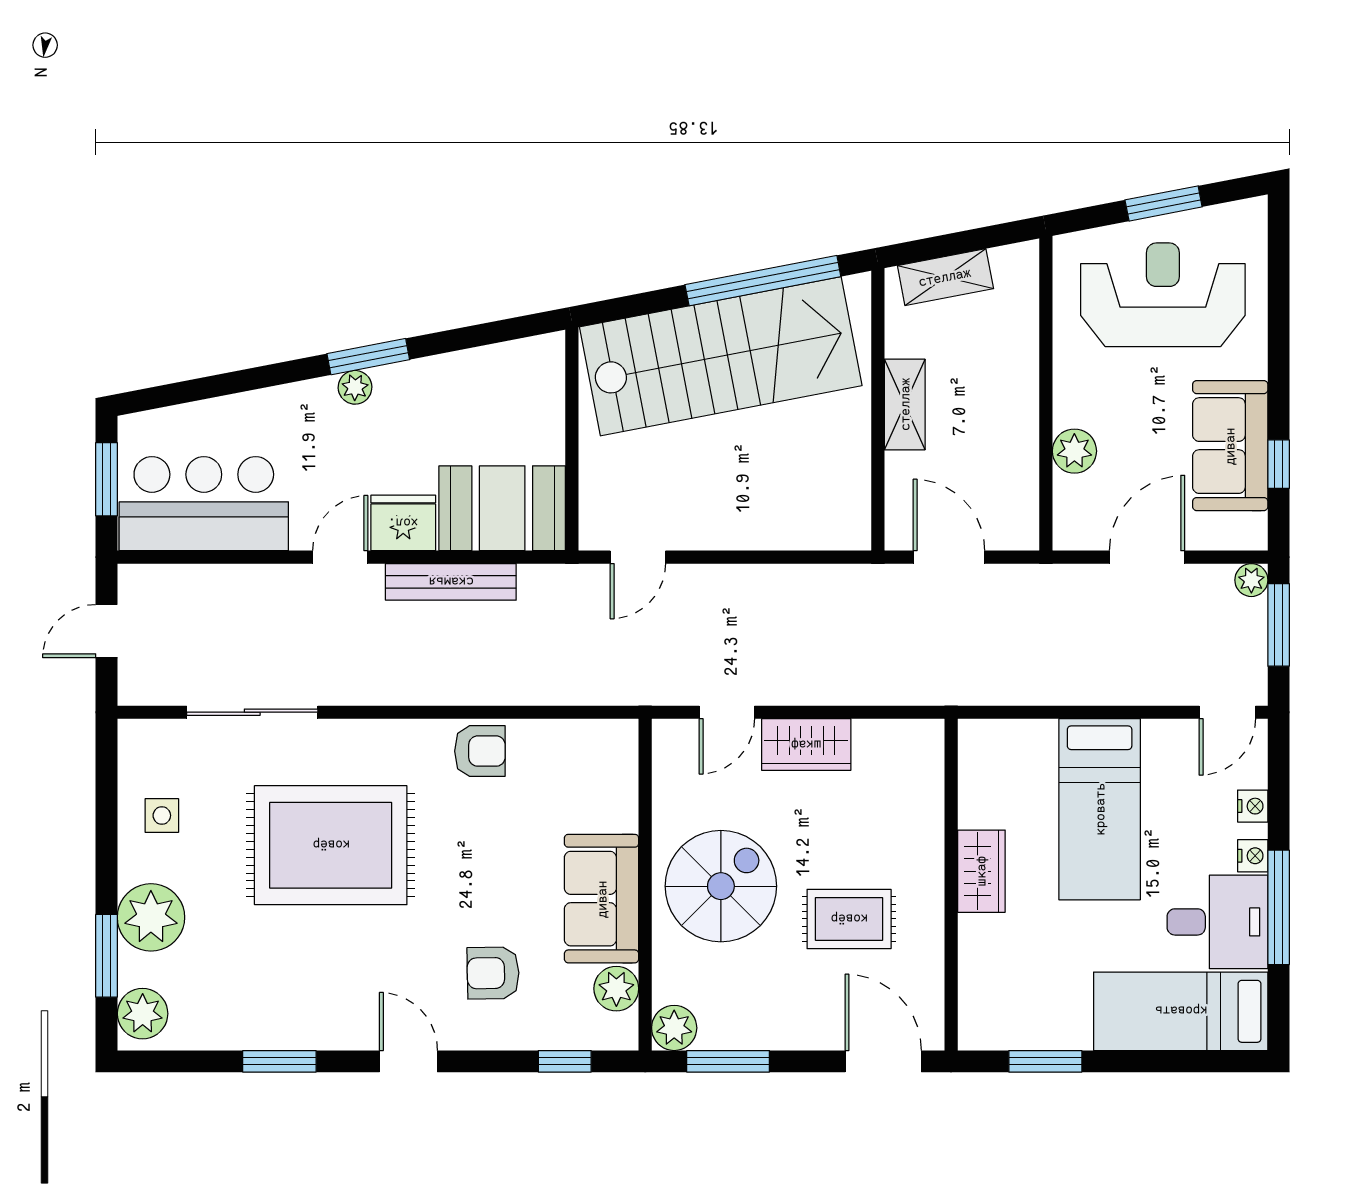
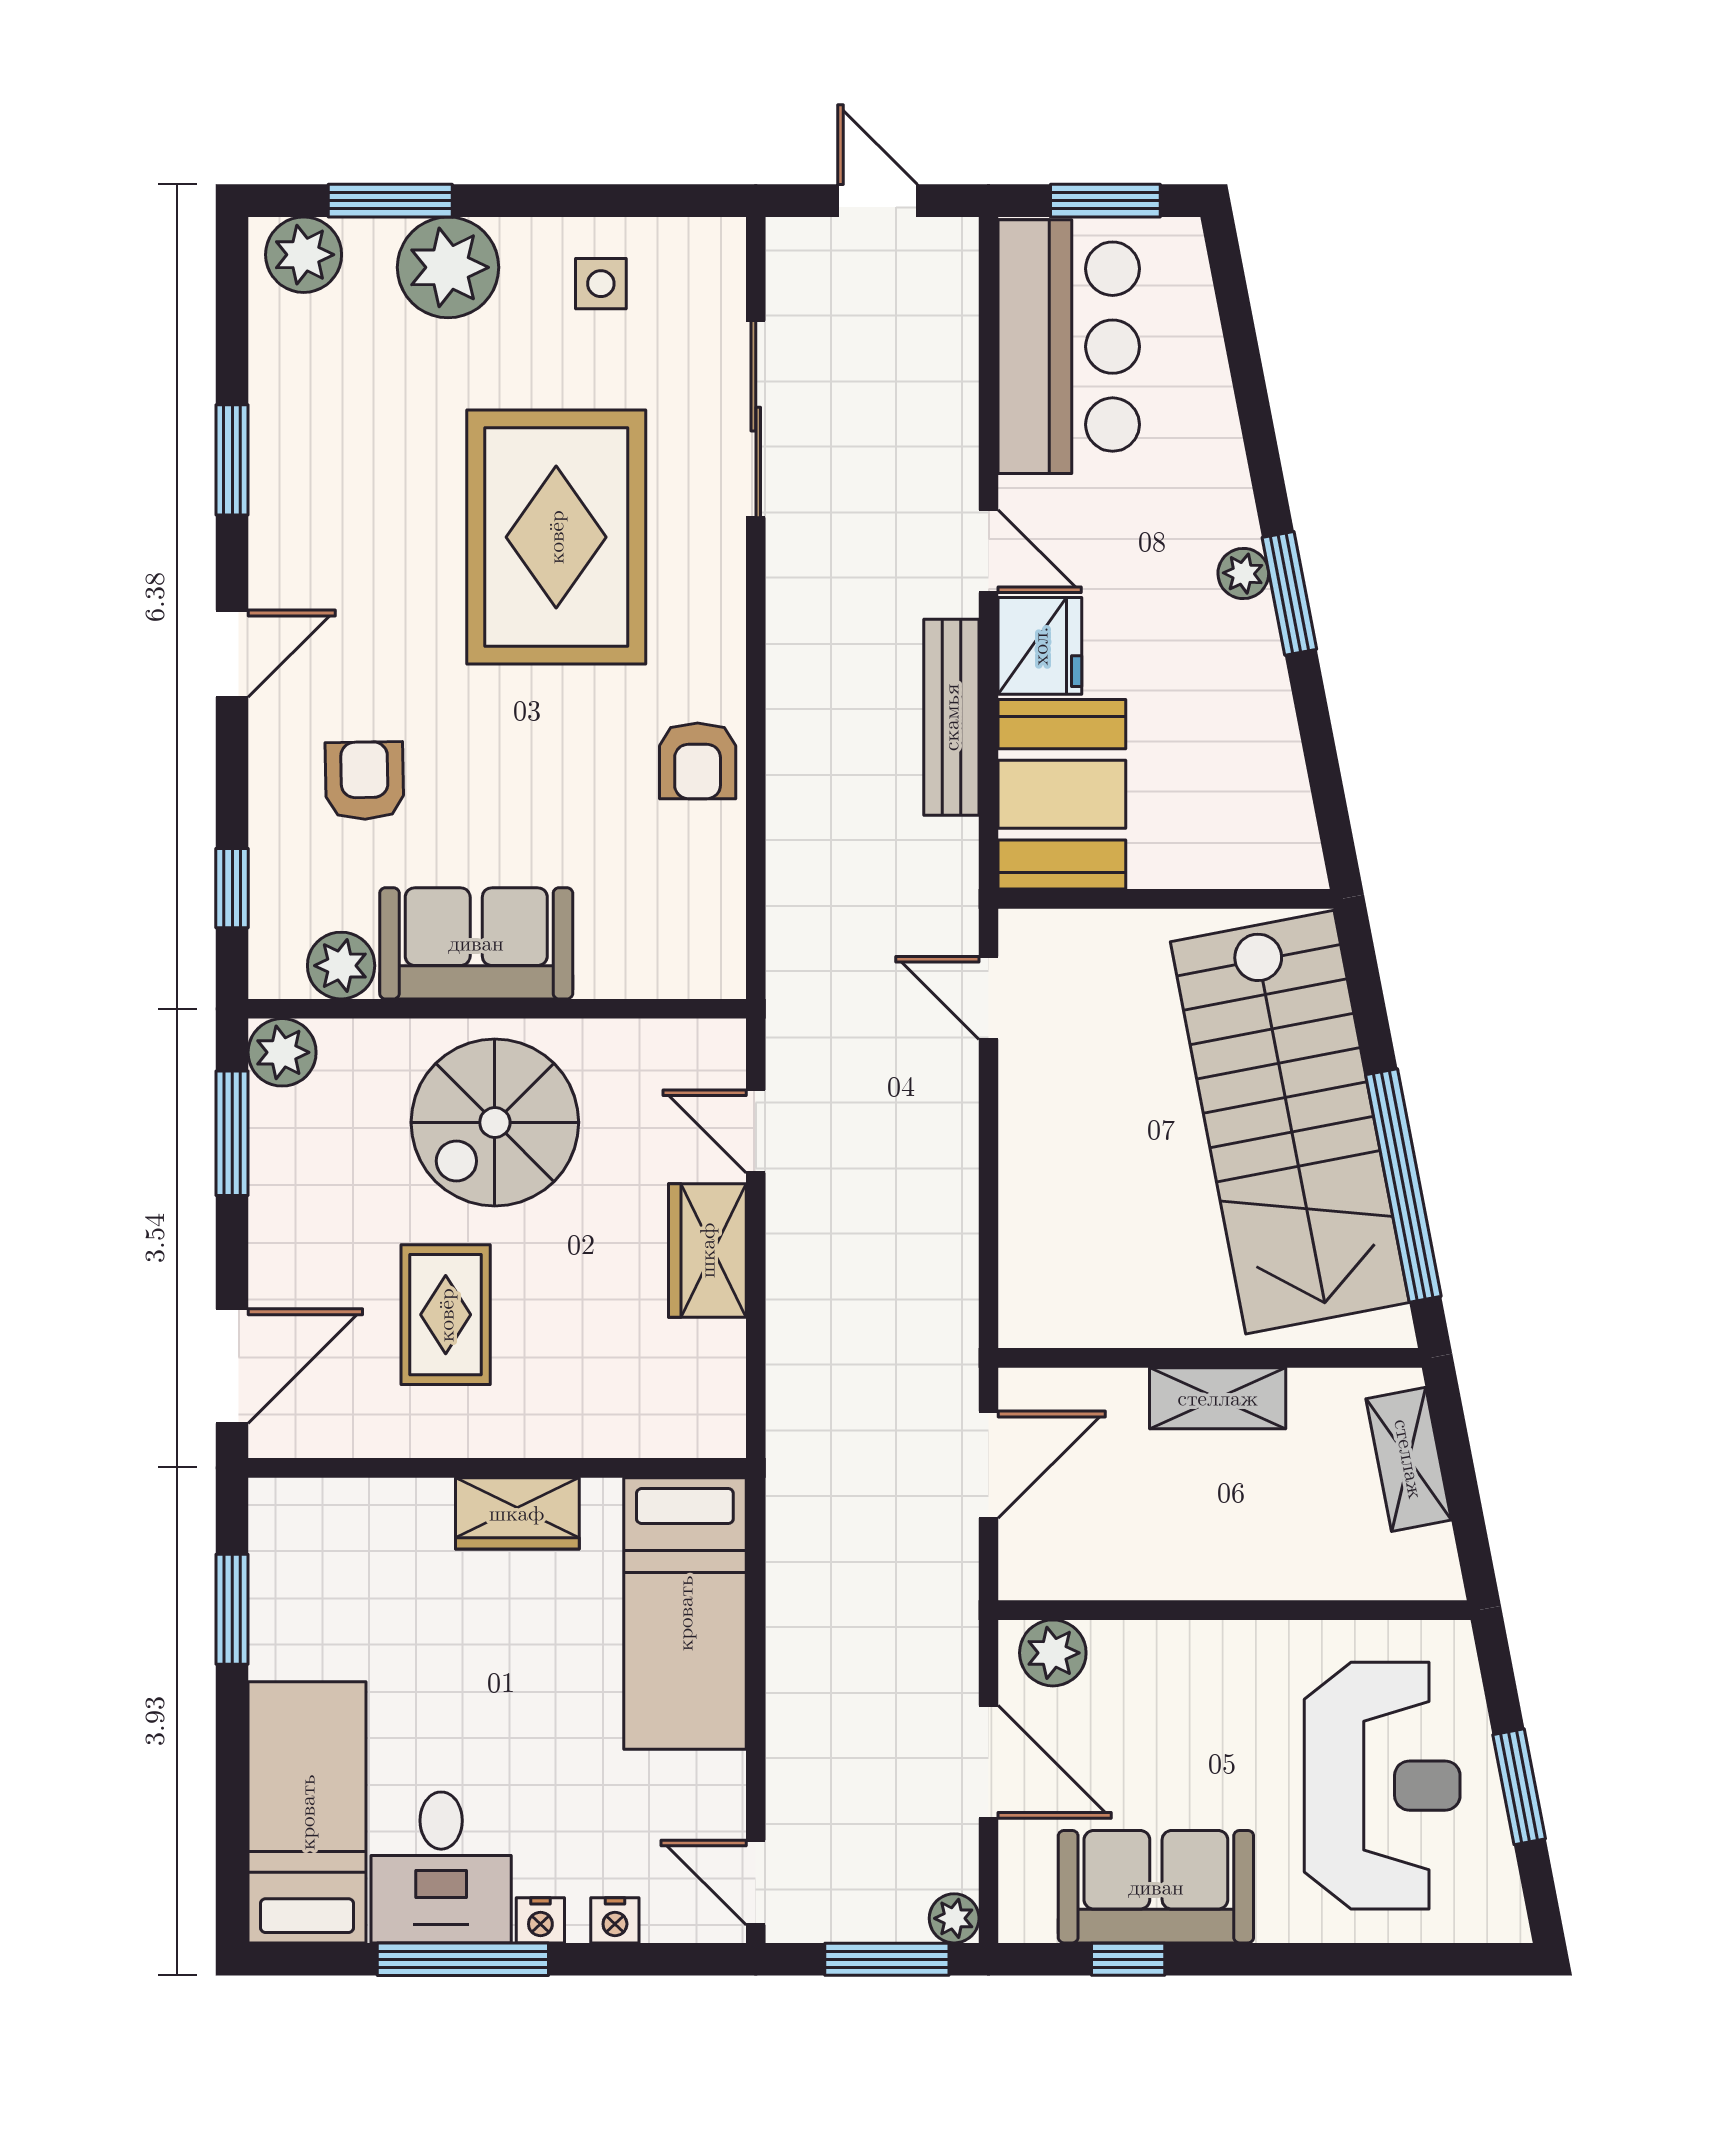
plant: (1074, 451) -> (1053, 1653), moved
bed: (1100, 809) -> (685, 1613), moved, turned -90
spiral stairs: (721, 886) -> (495, 1122), turned 90

